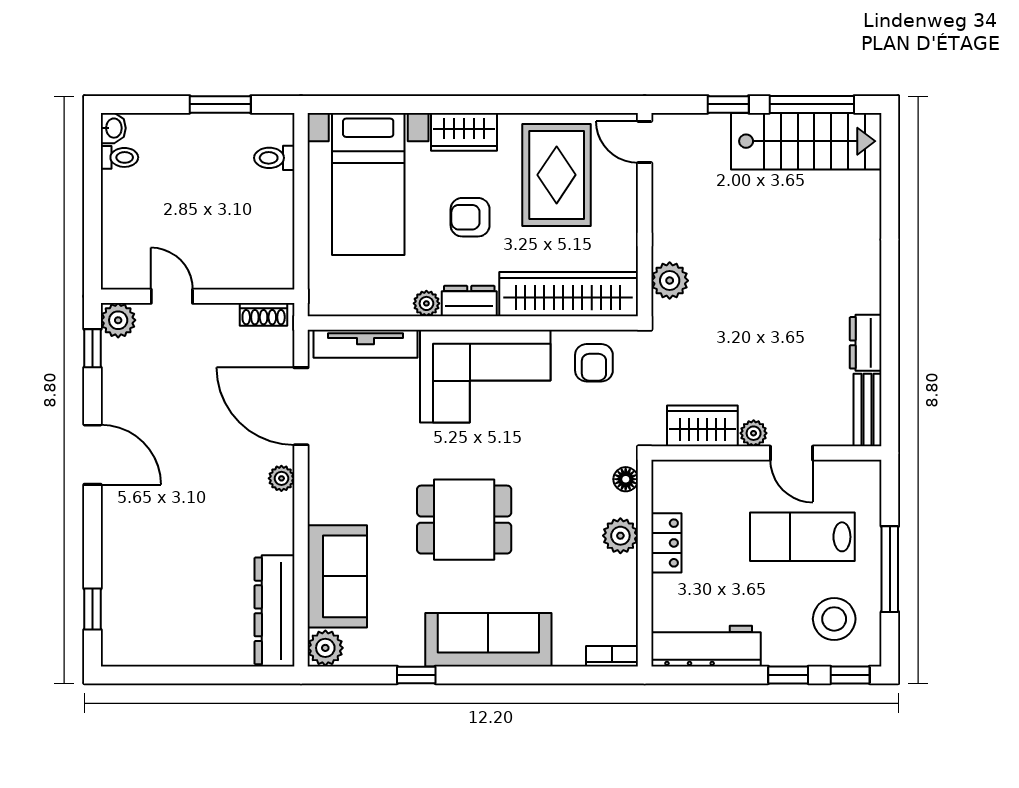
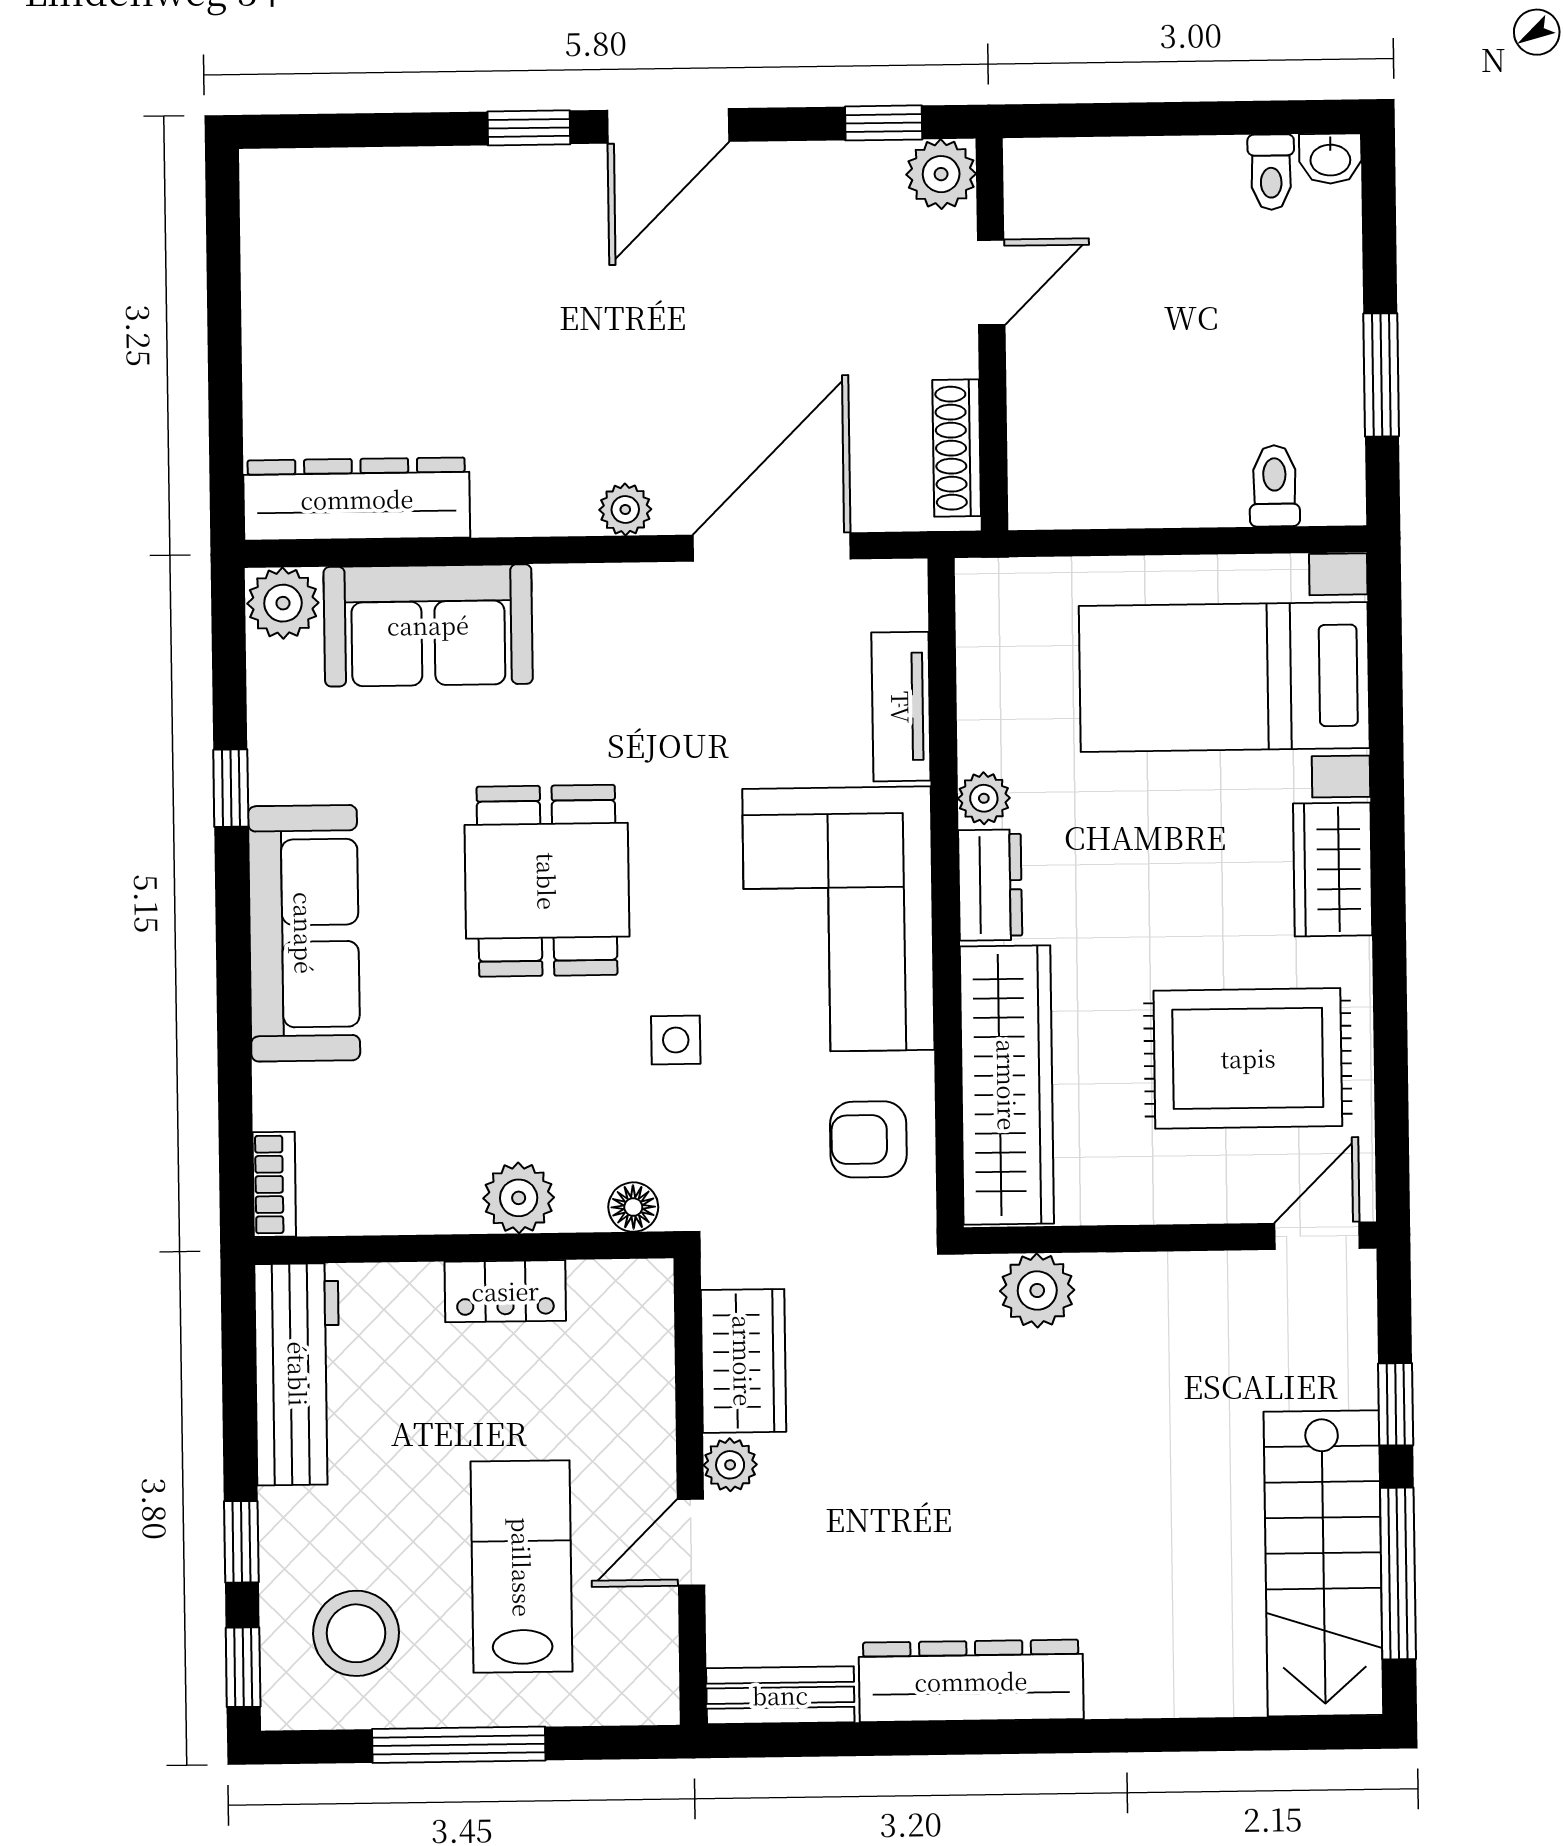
armchair: (470, 217) -> (1160, 884), removed
shoe rack: (264, 314) -> (957, 448), width x1.43
dresser: (866, 343) -> (971, 1681), width x1.96, depth x1.24
tv unit: (366, 344) -> (901, 707), width x0.71
side table: (544, 457) -> (676, 1040), added
window: (93, 609) -> (529, 128), moved

